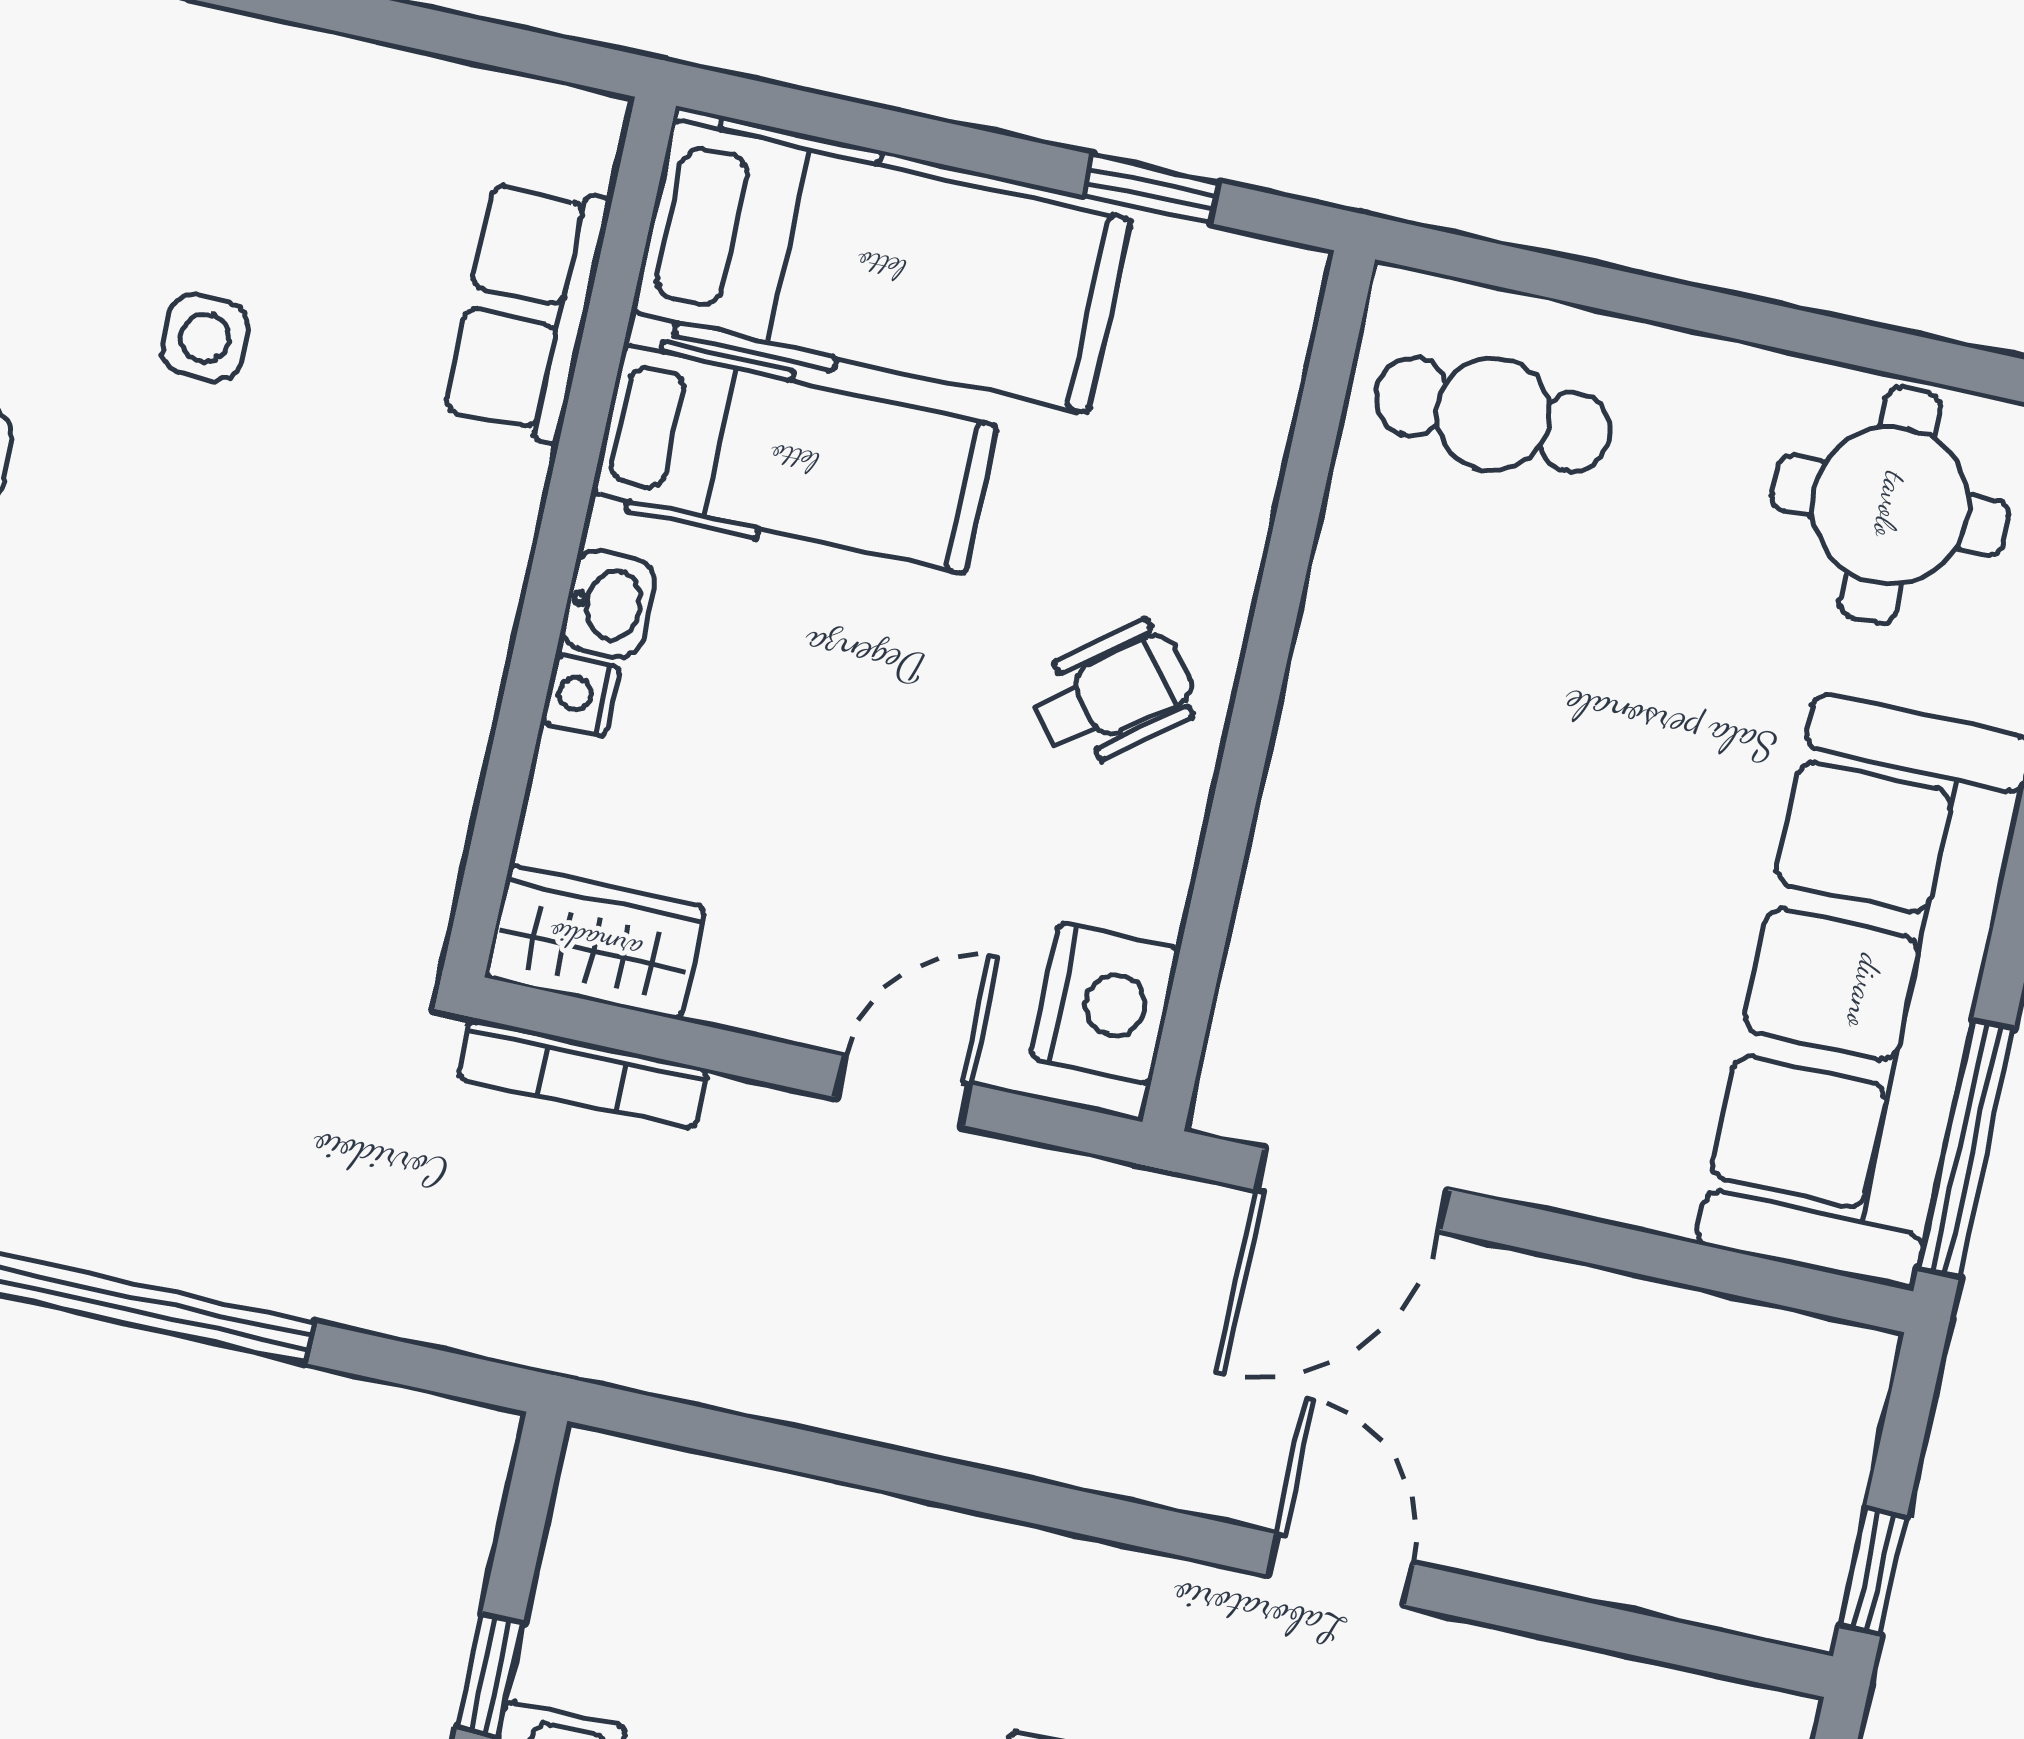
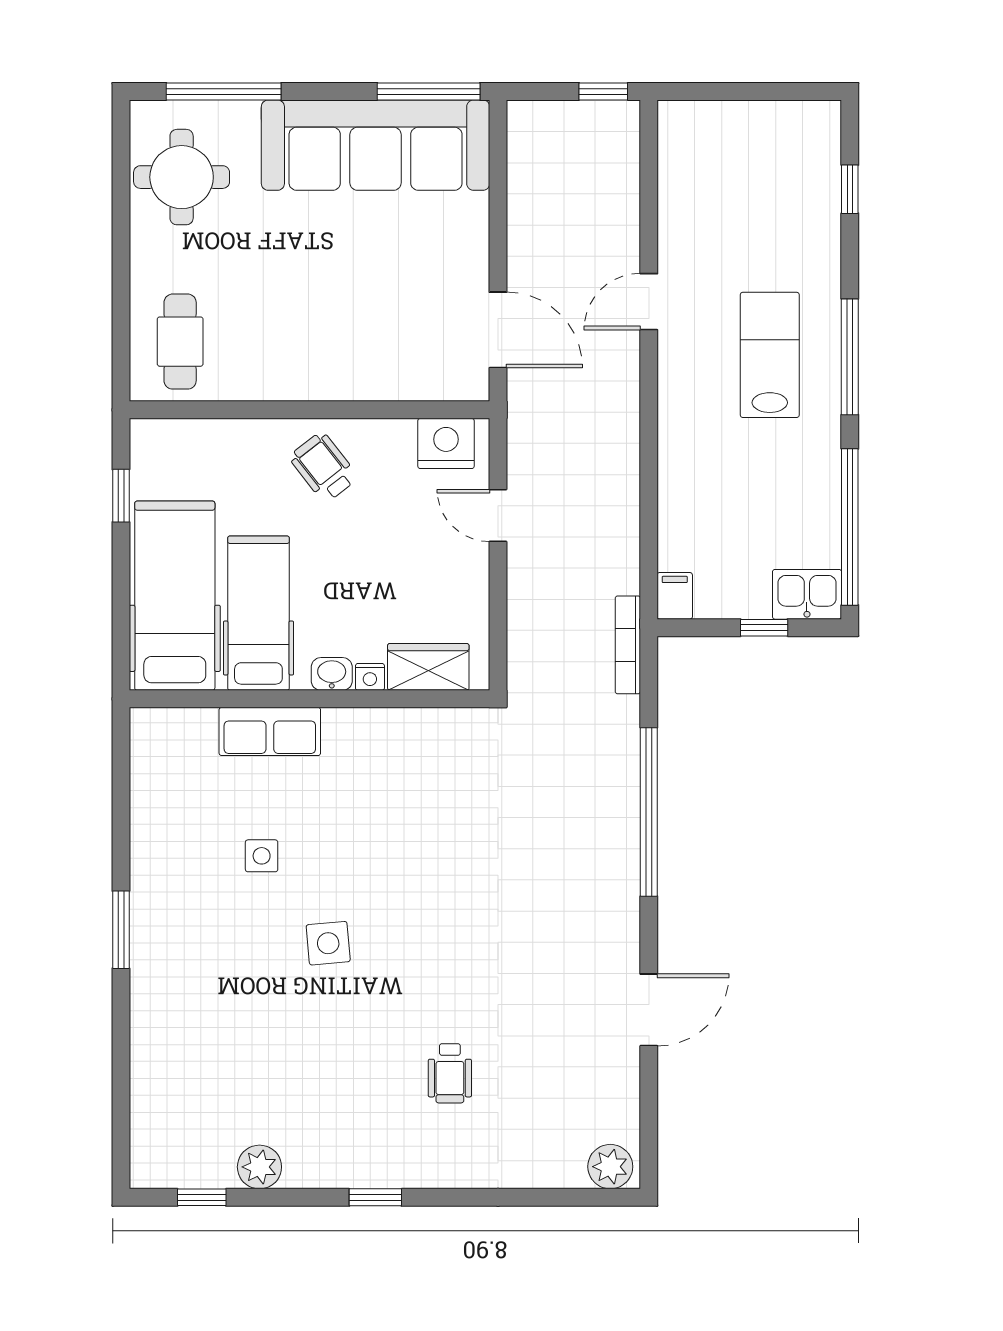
row of seats: (527, 309) -> (270, 731), moved
wardrobe: (595, 942) -> (428, 667), moved, turned 90
bookcase: (583, 1073) -> (628, 645), moved, turned 180
filing cabinet: (615, 1476) -> (675, 596), added

